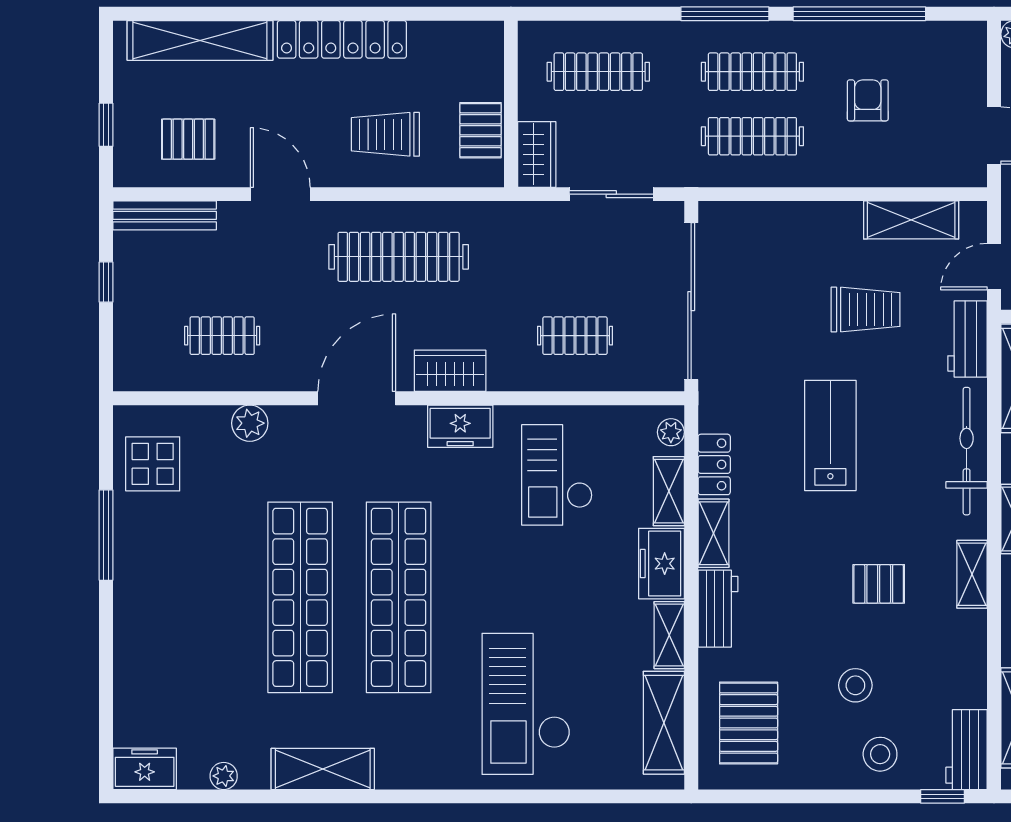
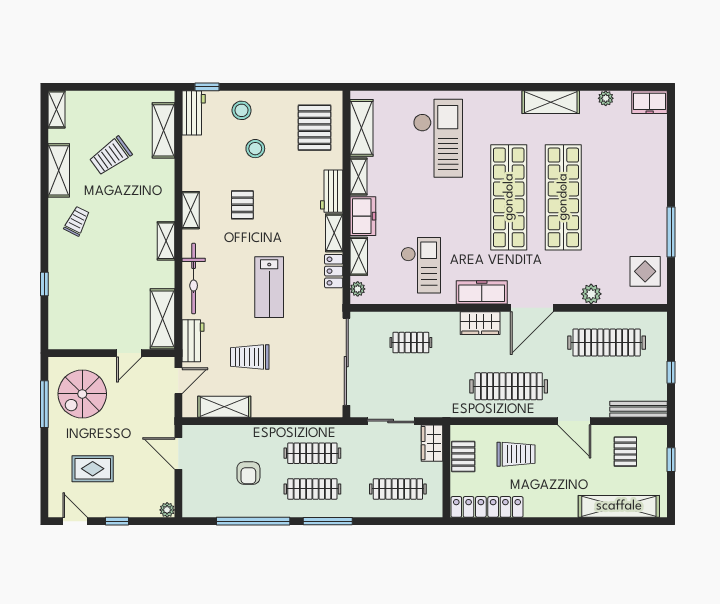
locker: (342, 39) -> (487, 507), moved
pallet: (188, 139) -> (625, 452), turned 90
clothes rail: (222, 336) -> (607, 343), width x1.86, depth x1.31
freezer: (460, 426) -> (482, 292), width x1.40
pallet: (879, 584) -> (242, 205), turned 90

